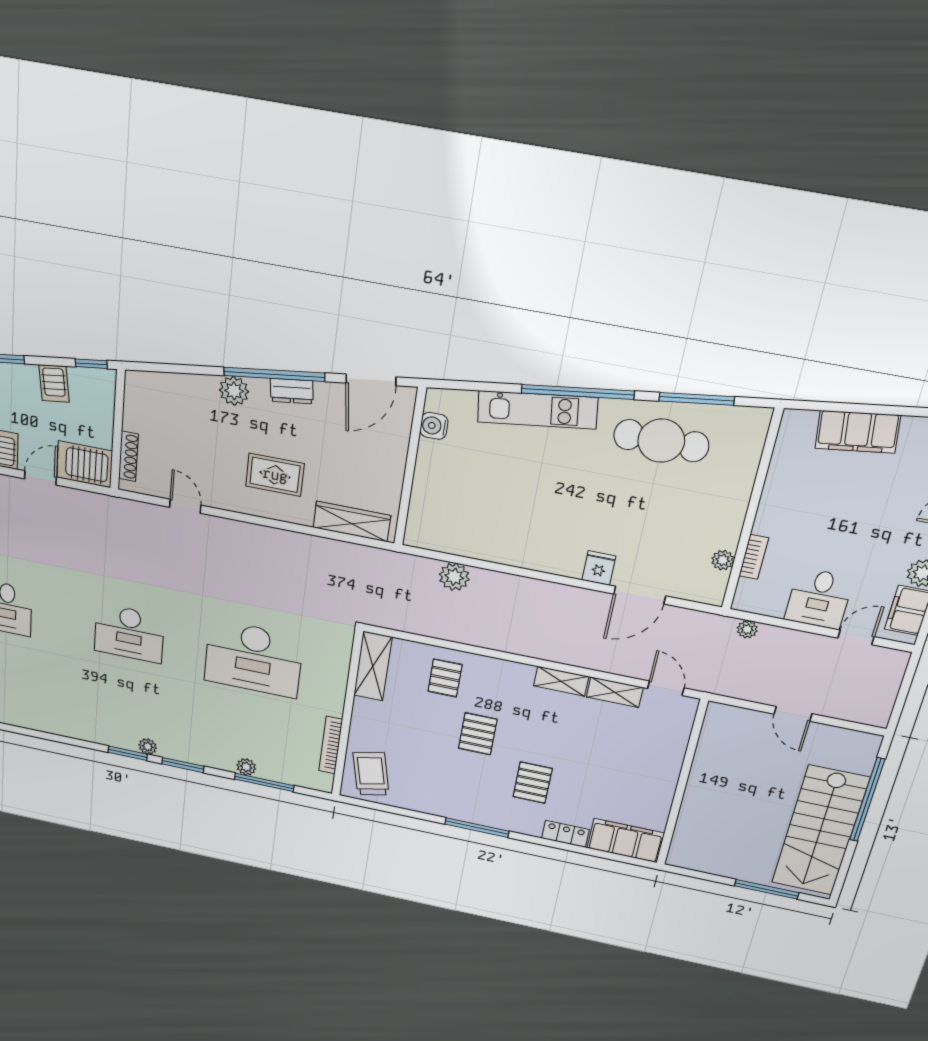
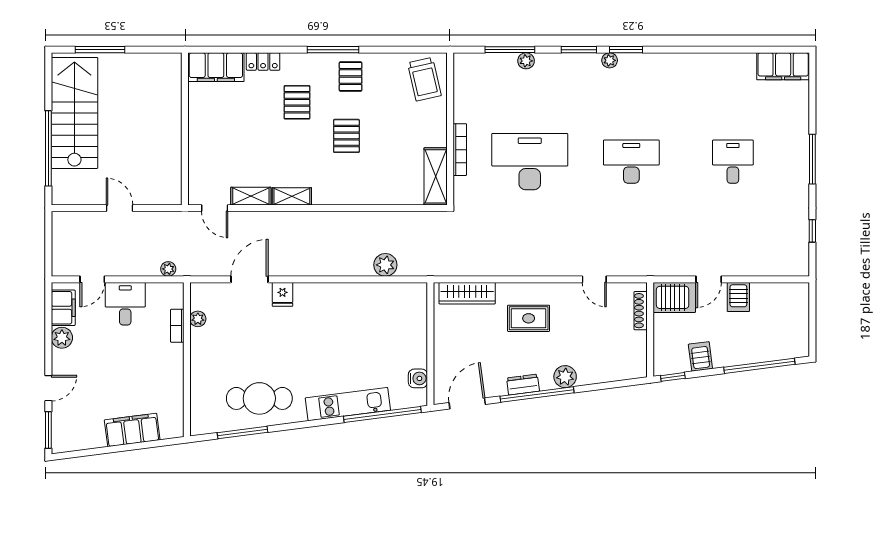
window: (578, 392) -> (382, 414), moved
pallet: (445, 678) -> (351, 77), moved
bookcase: (331, 745) -> (460, 150), moved

